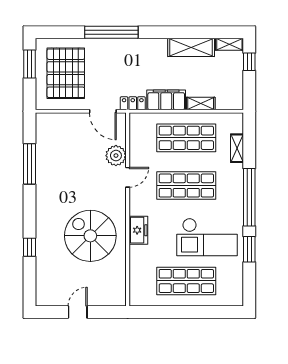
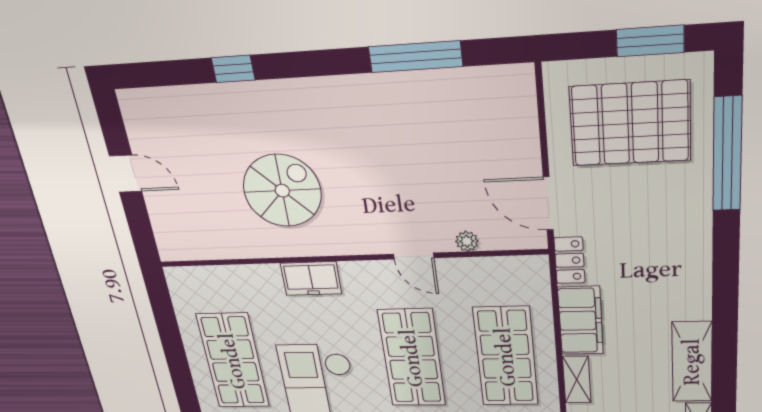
window: (111, 32) -> (727, 154), moved
door: (103, 111) -> (548, 204), hinge flipped
plant: (116, 156) -> (467, 241), width x0.53, depth x0.53
spiral stairs: (90, 236) -> (282, 191), width x0.73, depth x0.73

